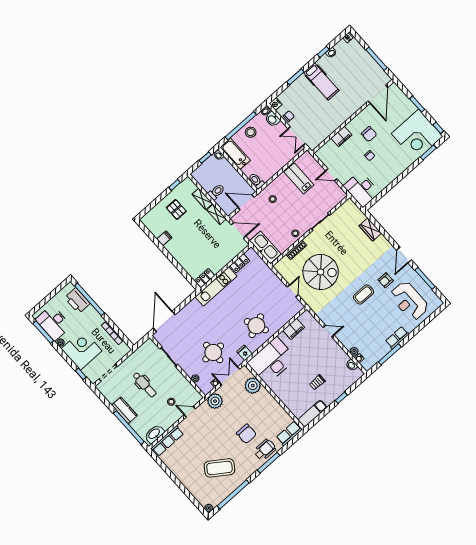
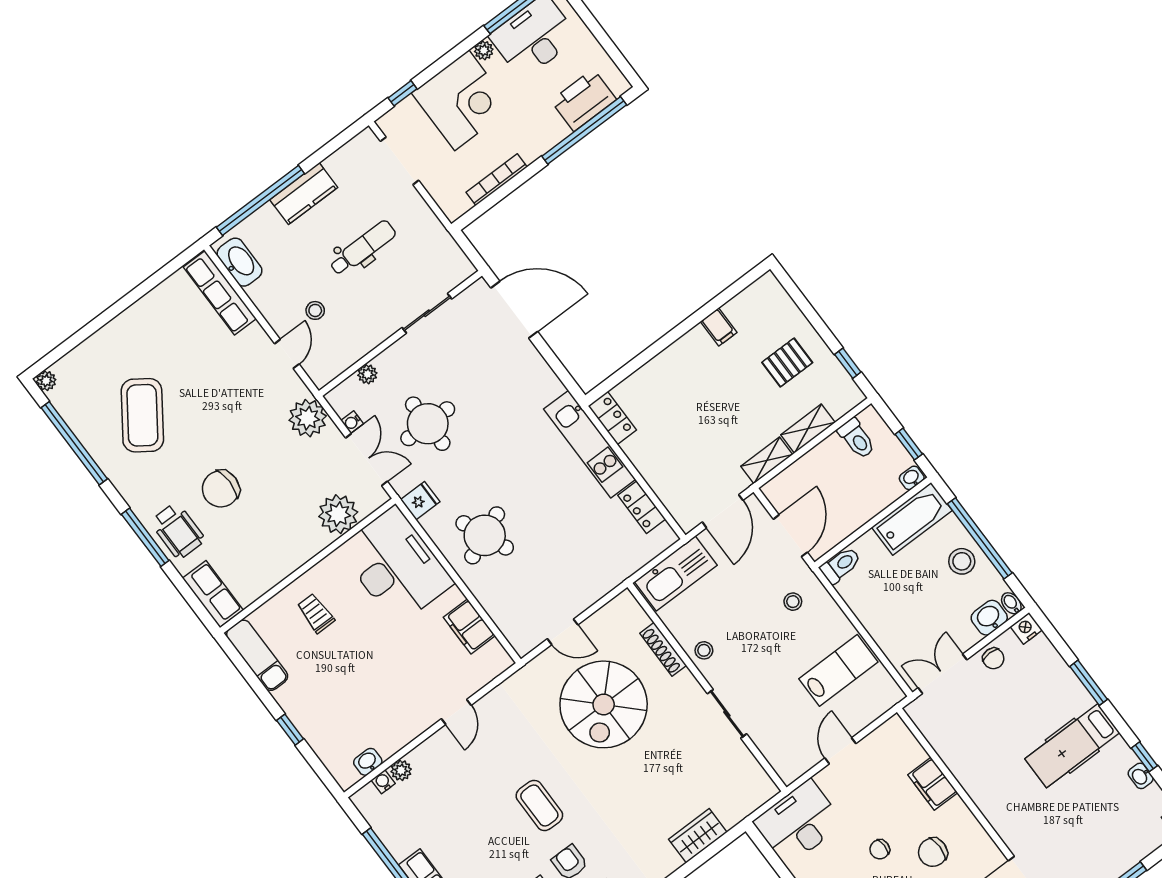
toilet: (216, 192) -> (857, 439), moved
trolley: (317, 382) -> (316, 613), moved
dental chair: (144, 385) -> (363, 248), turned 180

